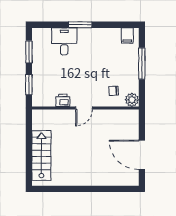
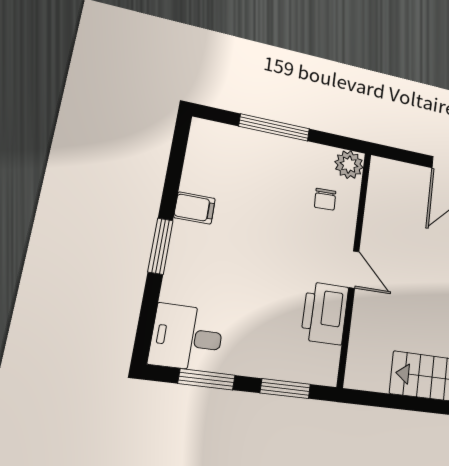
filing cabinet: (127, 36) -> (195, 208), moved
desk: (64, 41) -> (187, 337), moved
printer: (63, 100) -> (325, 313), width x1.87, depth x1.48

